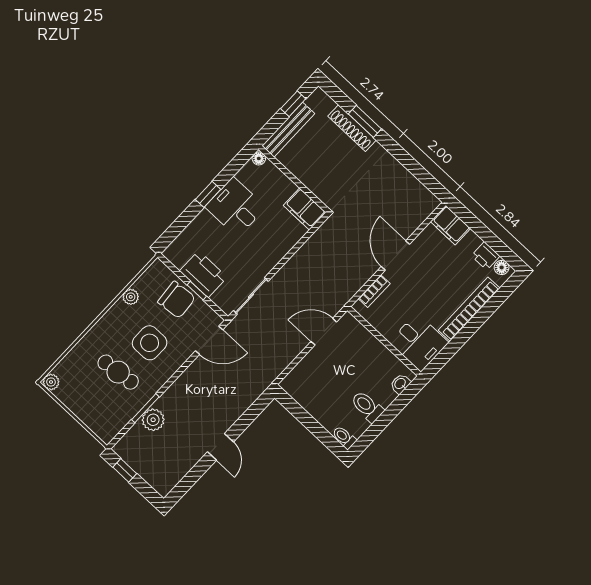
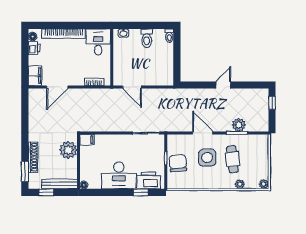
window: (365, 121) -> (25, 172), moved
plant: (320, 180) -> (68, 150), added
window: (208, 194) -> (141, 192), moved
desk: (235, 207) -> (119, 175), width x1.37
filing cabinet: (304, 209) -> (87, 140), width x0.50
door: (395, 255) -> (57, 87), moved
printer: (203, 274) -> (149, 180), moved, turned 90
plant: (131, 297) -> (240, 184), moved
door: (209, 340) -> (203, 133), moved
window: (125, 470) -> (272, 103), moved

